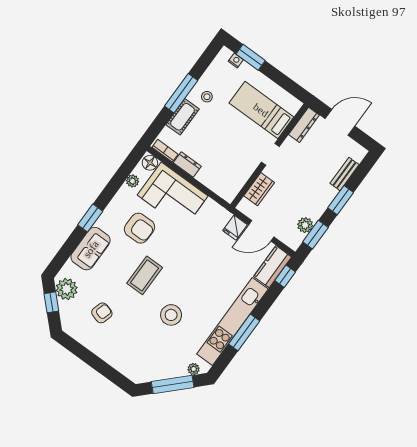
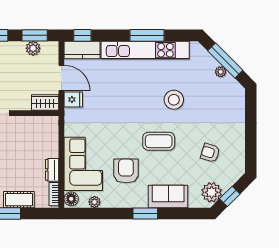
wardrobe: (259, 189) -> (45, 102), moved
plant: (194, 369) -> (221, 72), moved

